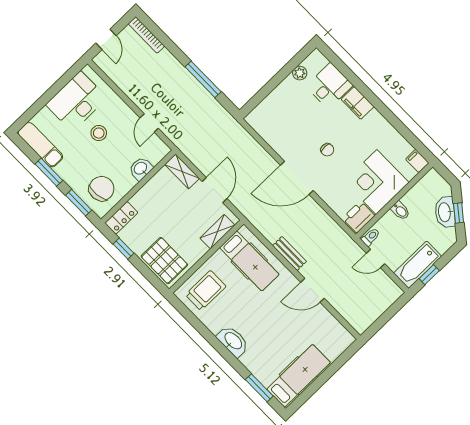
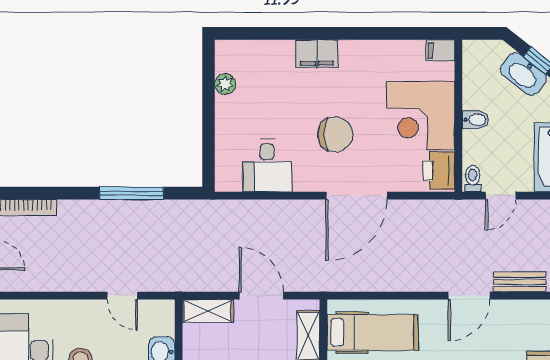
desk: (329, 86) -> (267, 166), moved, turned 180
chair: (327, 150) -> (335, 134), width x1.87, depth x1.87
door: (297, 178) -> (356, 196), moved
bench: (289, 254) -> (520, 282), moved

